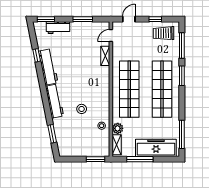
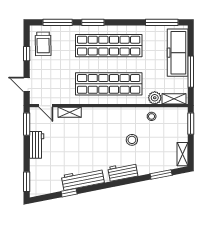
window: (83, 19) -> (27, 124), moved
workbench: (58, 28) -> (37, 145), moved
workbench: (55, 101) -> (123, 172), width x0.73
shelving: (69, 152) -> (182, 154), added

